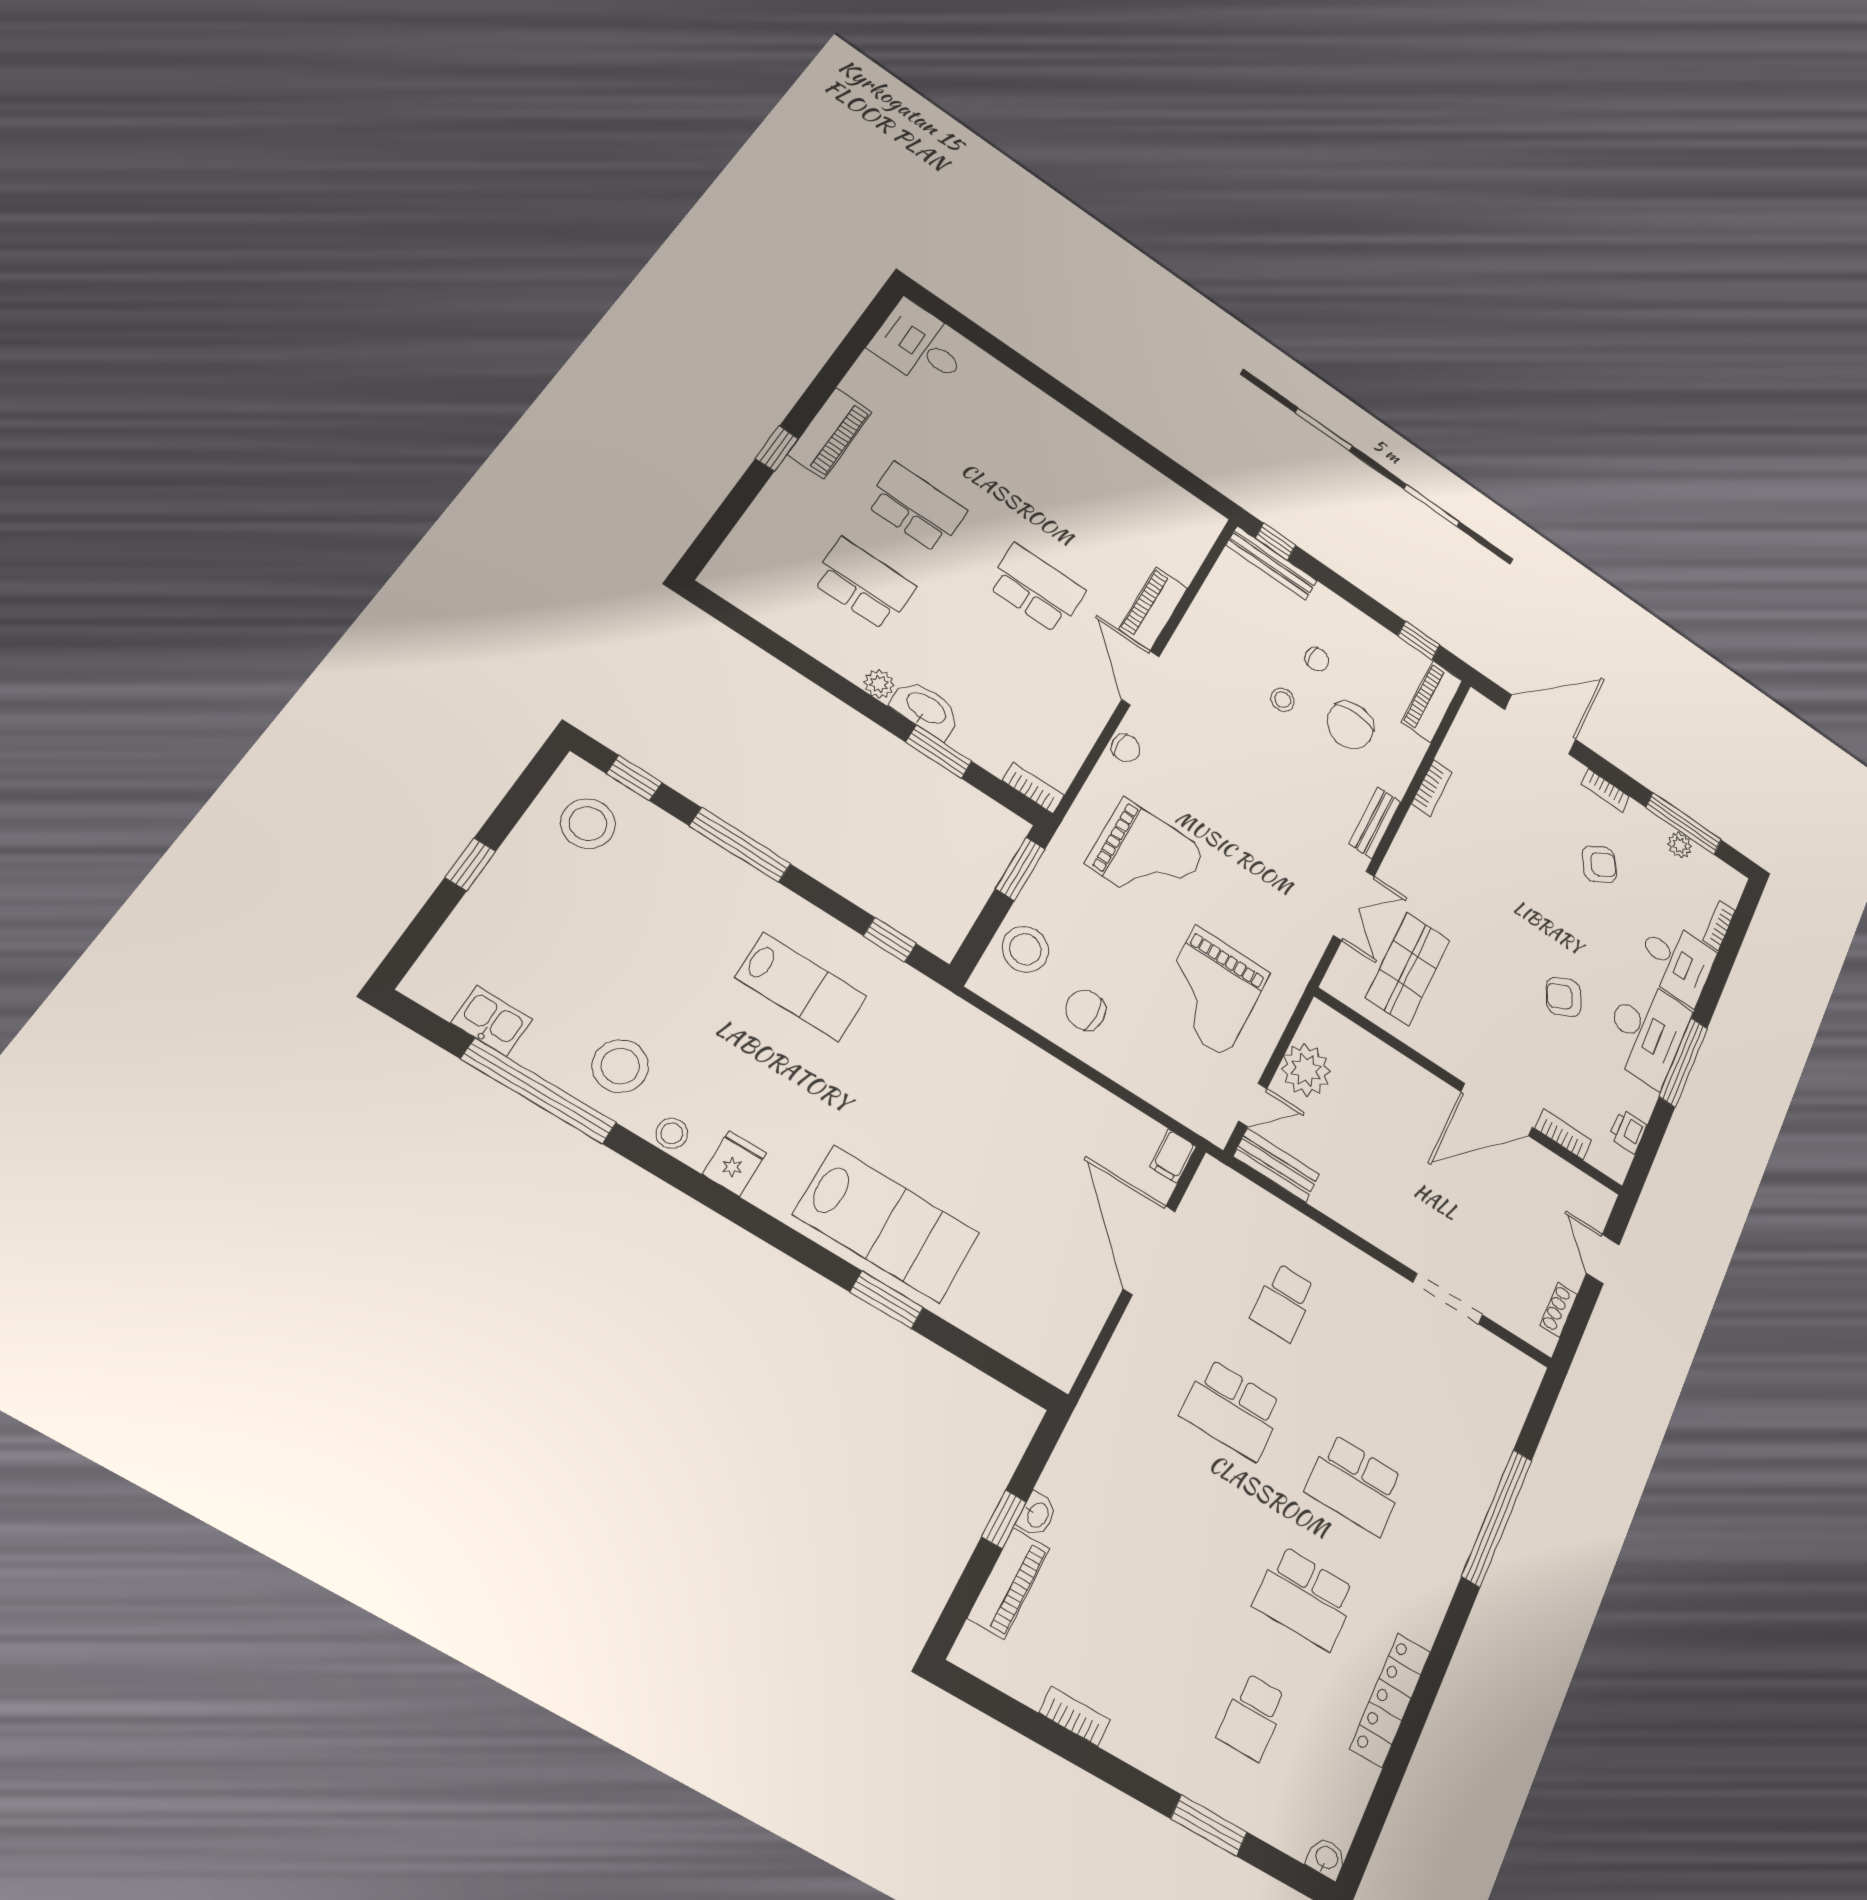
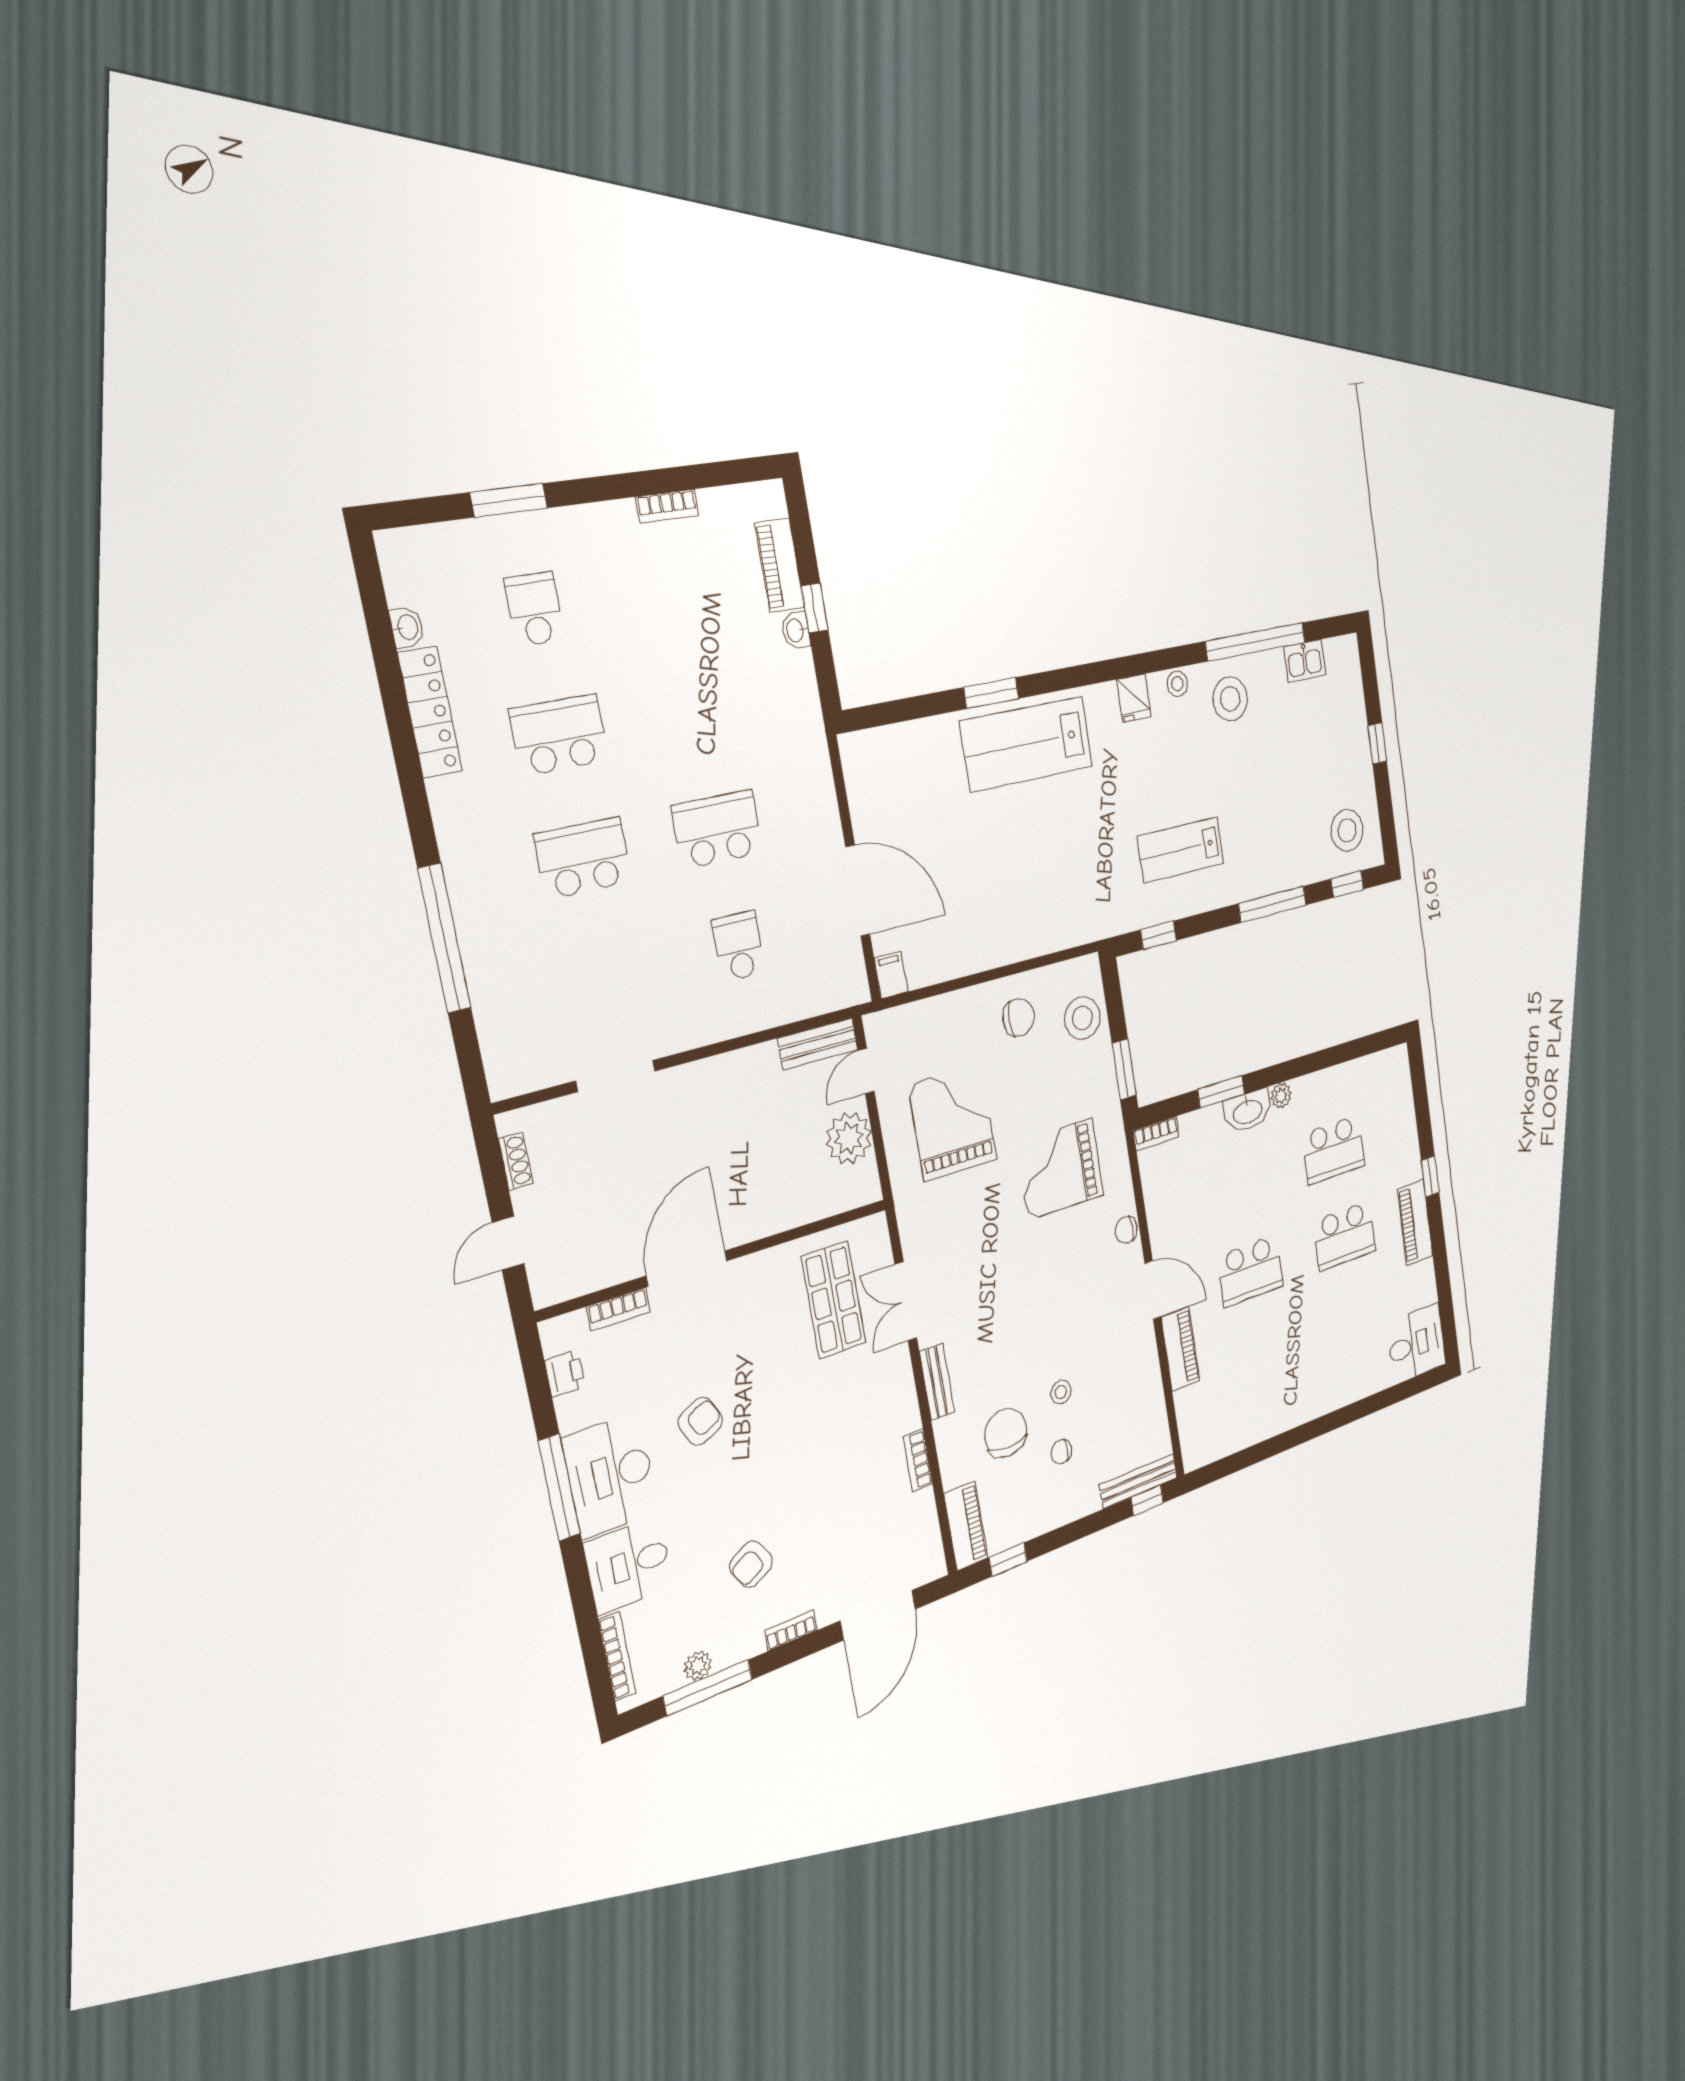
bookcase: (1719, 925) -> (617, 1656), width x1.56
door: (1603, 1259) -> (508, 1243), swing flipped
washbasin: (1326, 1858) -> (407, 627), moved, turned -90

